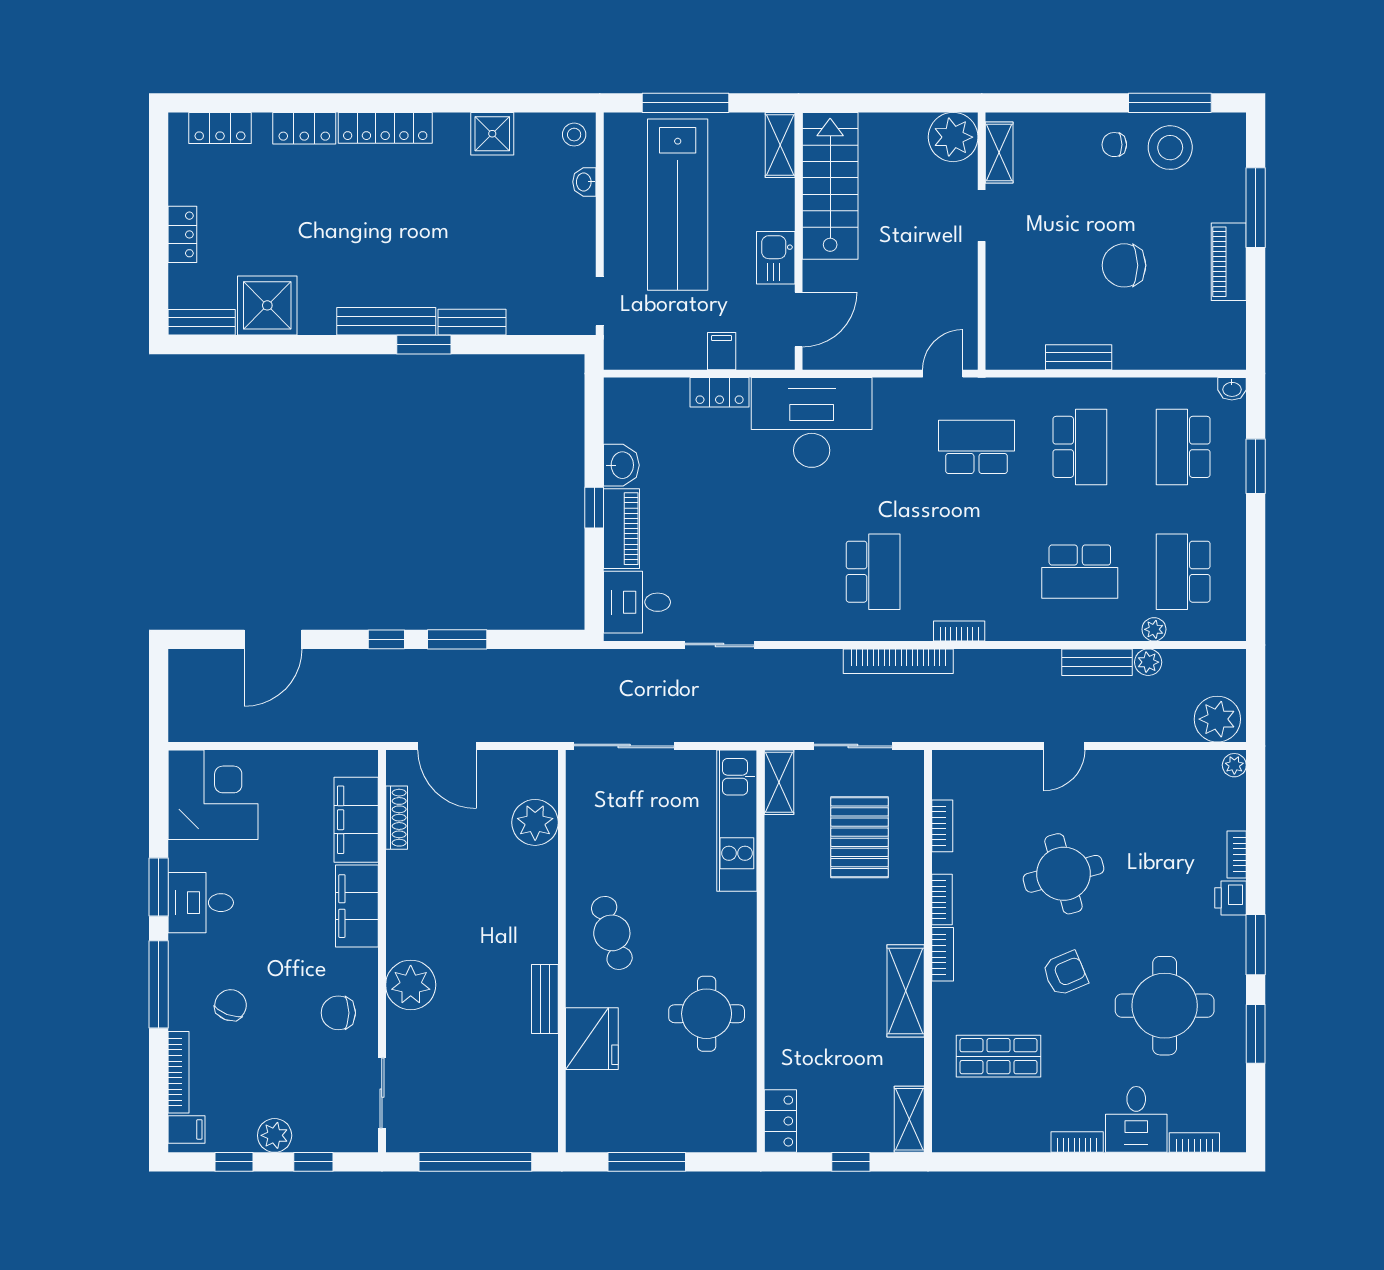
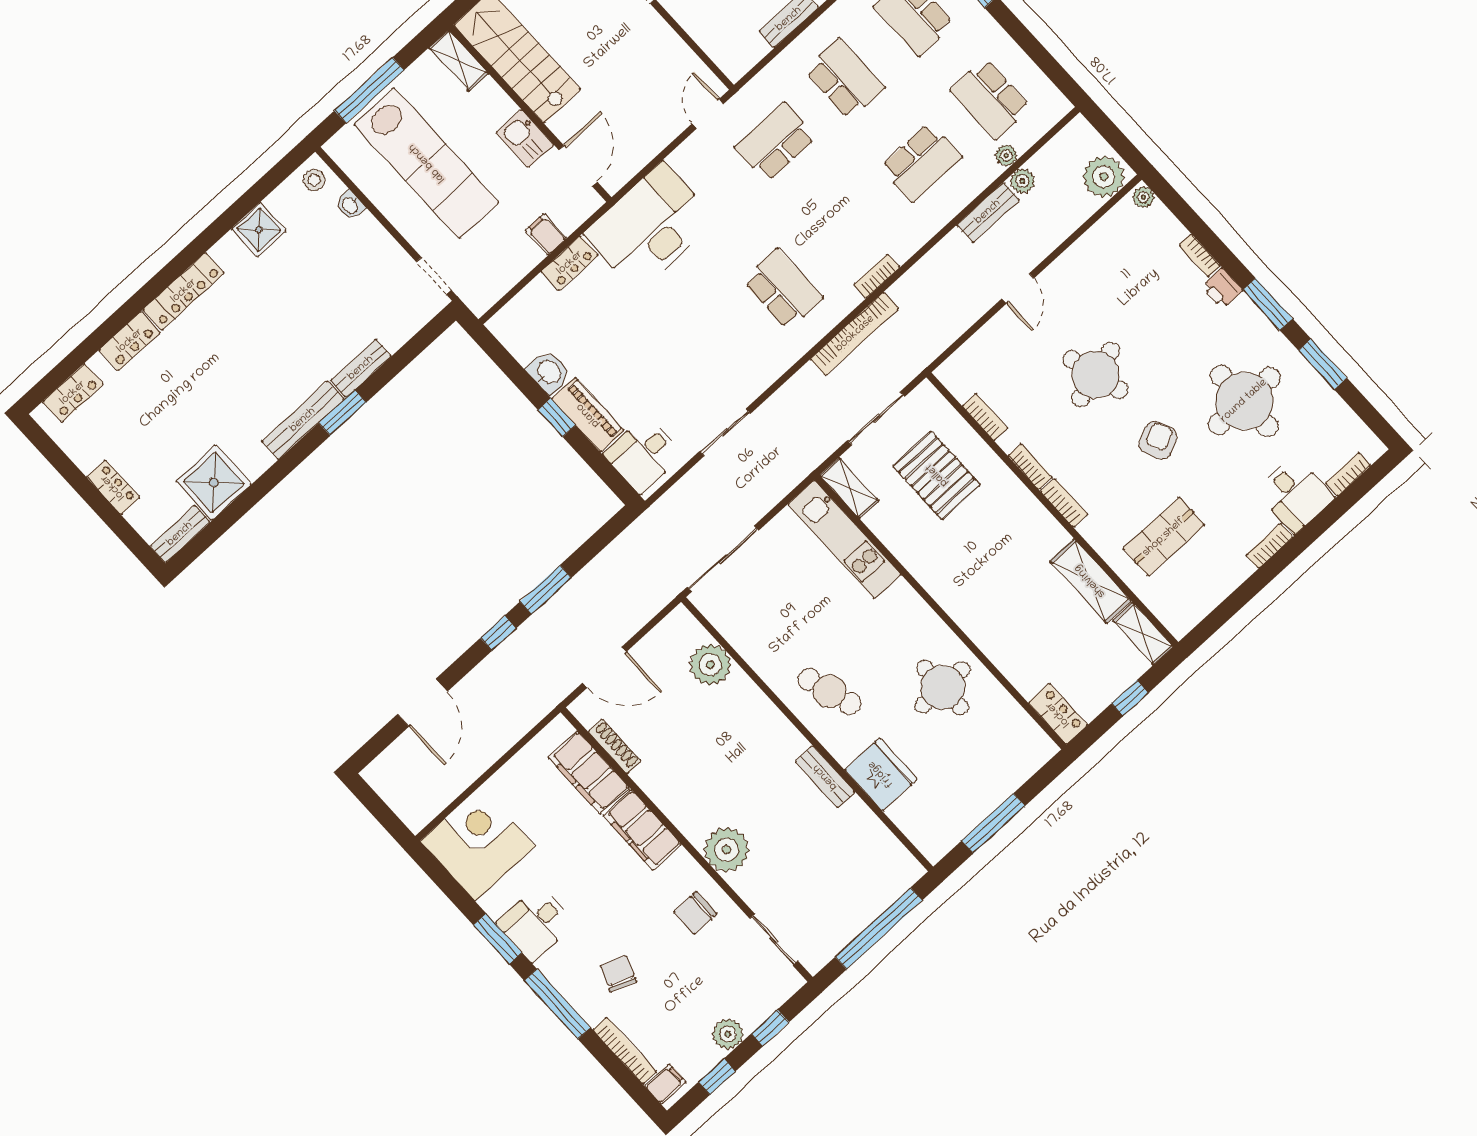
shelving: (906, 991) -> (1090, 581), moved

